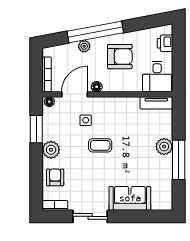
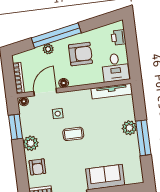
tv unit: (156, 103) -> (112, 91), width x1.41
armchair: (55, 177) -> (37, 167), turned 180

